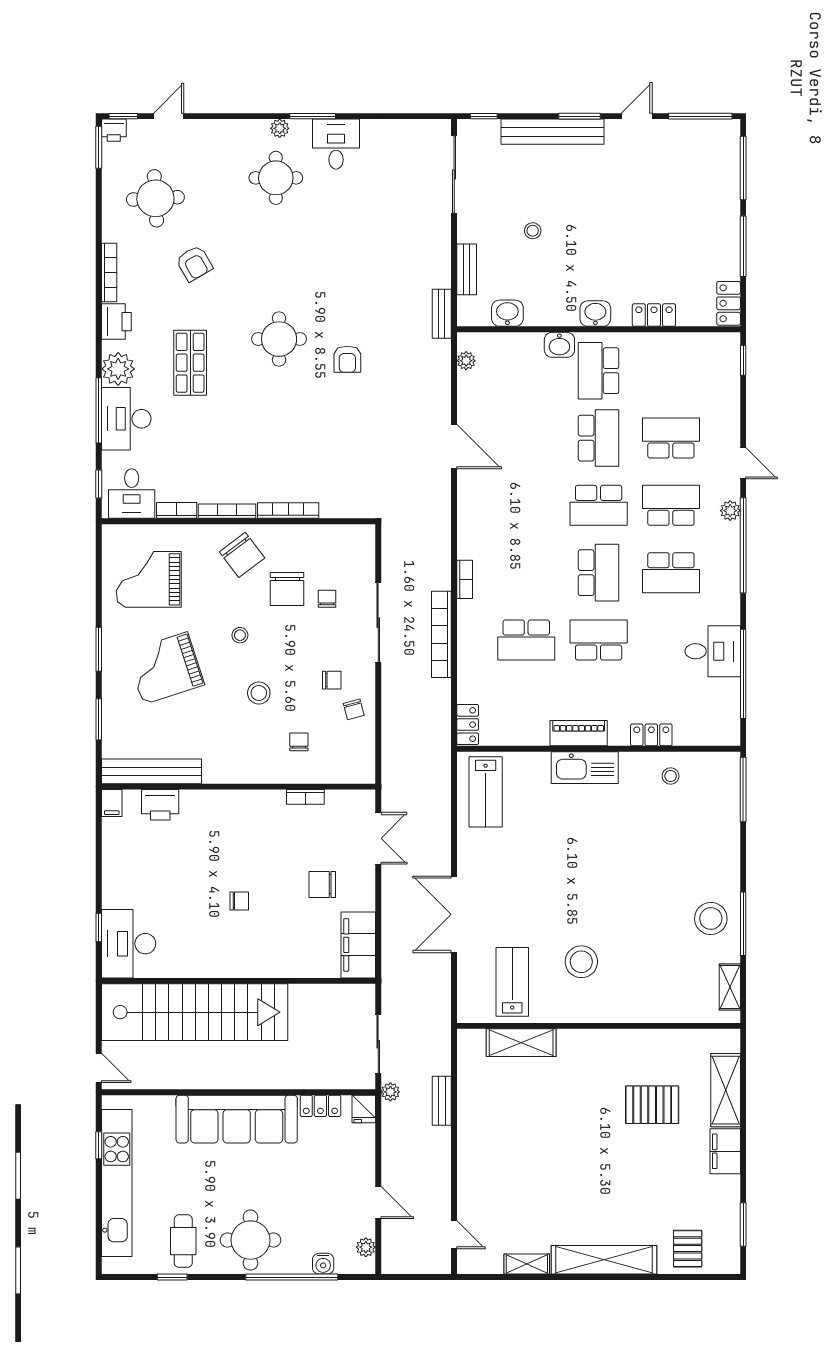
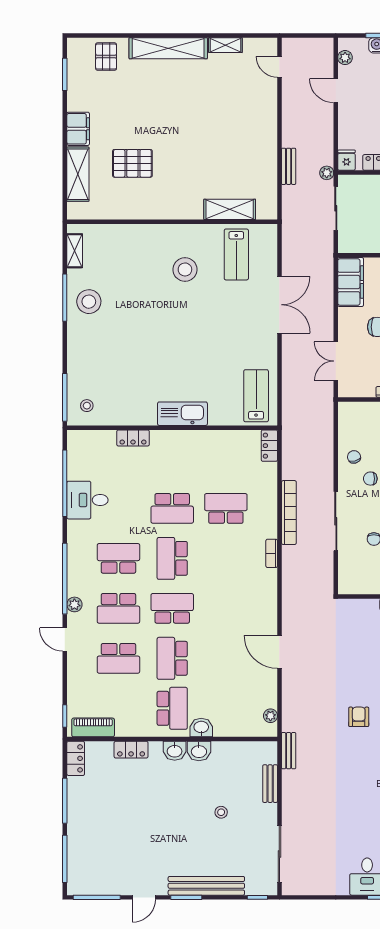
washbasin: (507, 313) -> (199, 751), moved
piano: (579, 733) -> (93, 727), moved, turned 180
stool: (671, 776) -> (87, 406), moved

